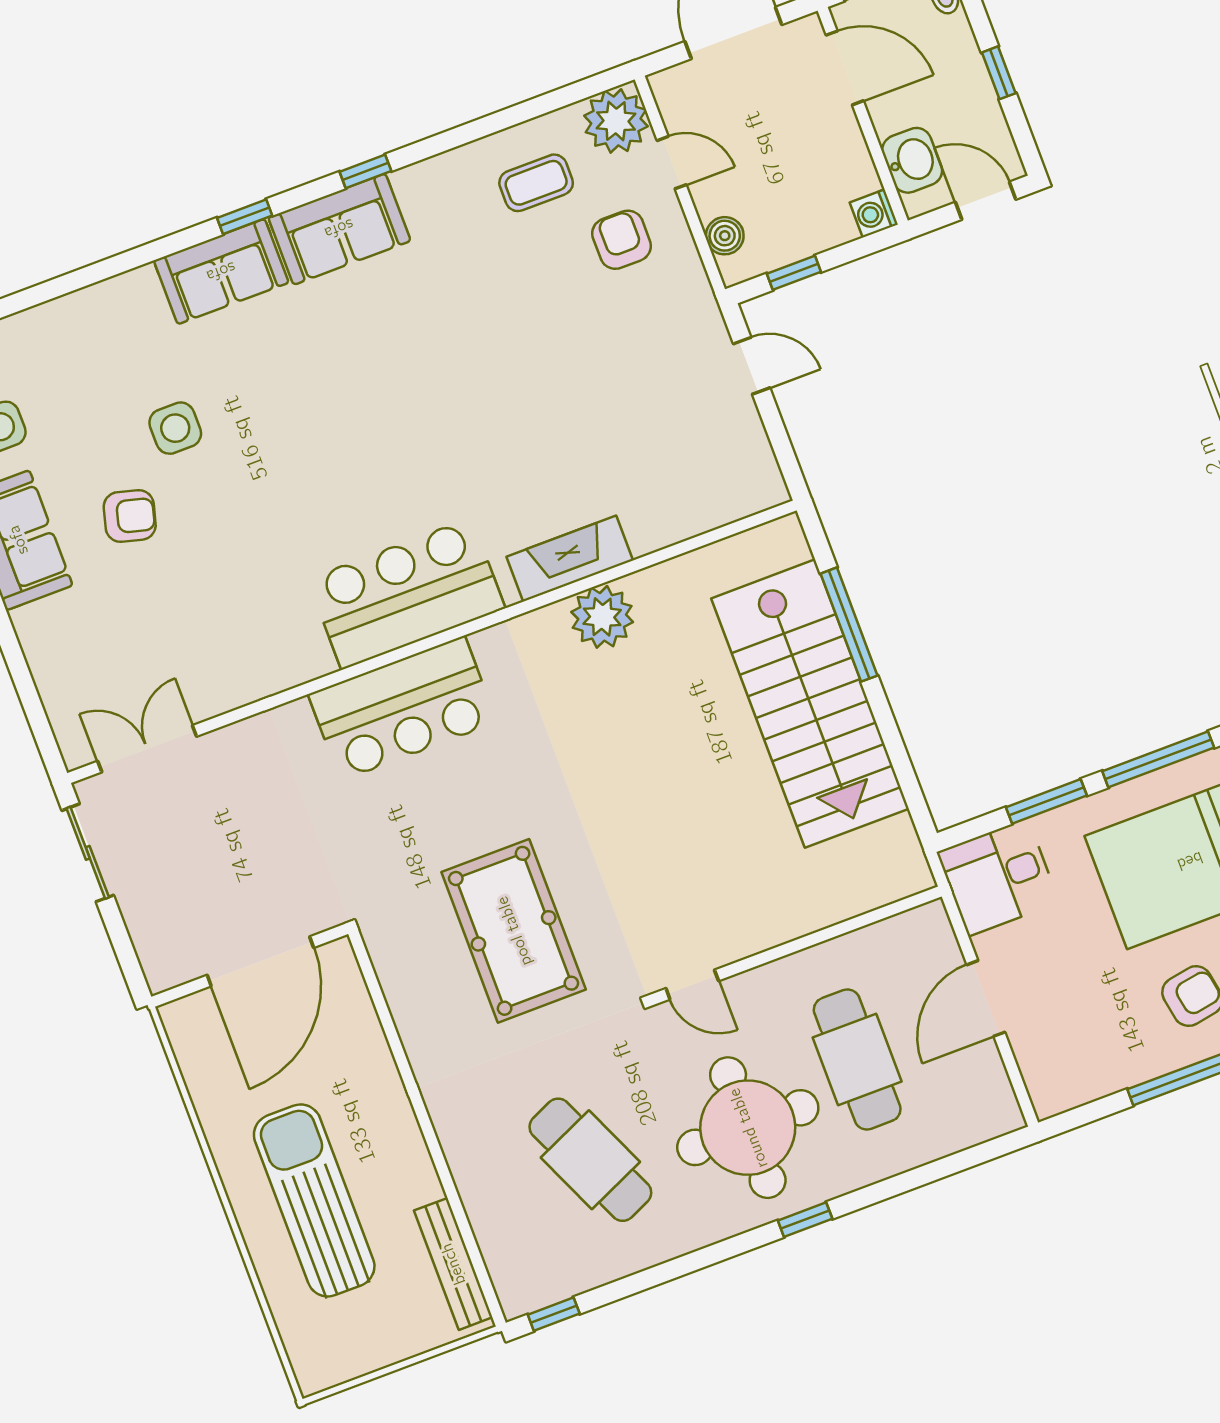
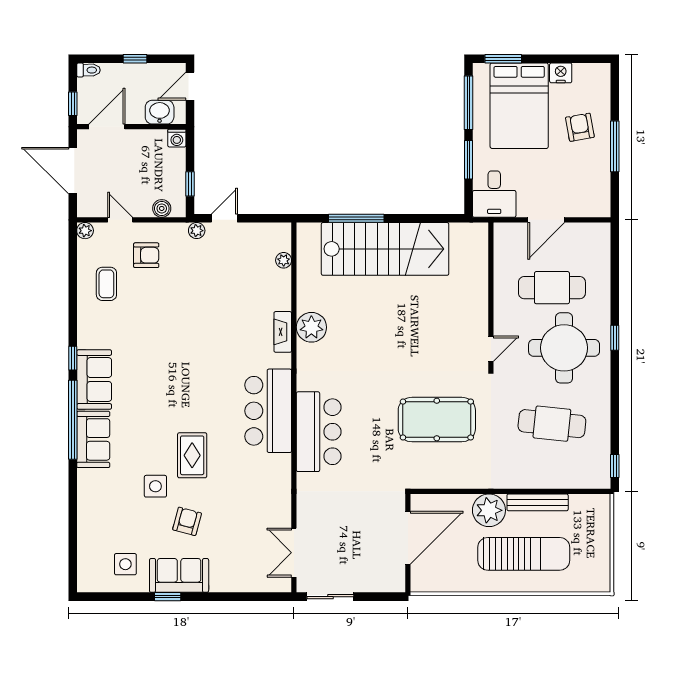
plant: (616, 121) -> (85, 231), width x0.53, depth x0.53
door: (672, 163) -> (120, 220), hinge flipped
window: (245, 217) -> (73, 420), width x3.17
armchair: (622, 240) -> (146, 255), turned 180
plant: (707, 321) -> (197, 231), added
rug: (263, 477) -> (192, 455), added
plant: (713, 513) -> (284, 260), added
fireplace: (570, 559) -> (283, 332), width x0.73, depth x0.76
door: (260, 961) -> (408, 538), hinge flipped
door: (986, 998) -> (546, 220), hinge flipped
plant: (374, 1100) -> (489, 510), added
cafe table: (590, 1160) -> (552, 424), turned 30
sun lounger: (314, 1200) -> (524, 554), turned 180
bench: (453, 1264) -> (538, 502), moved

